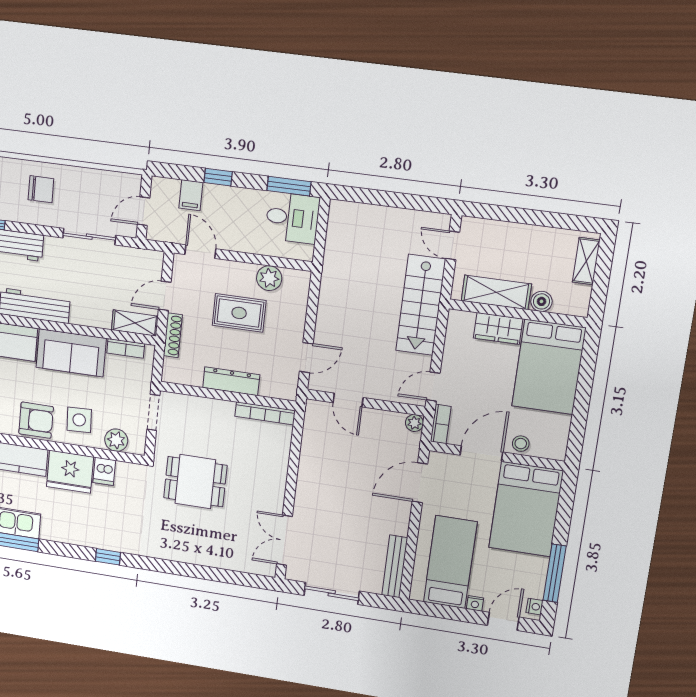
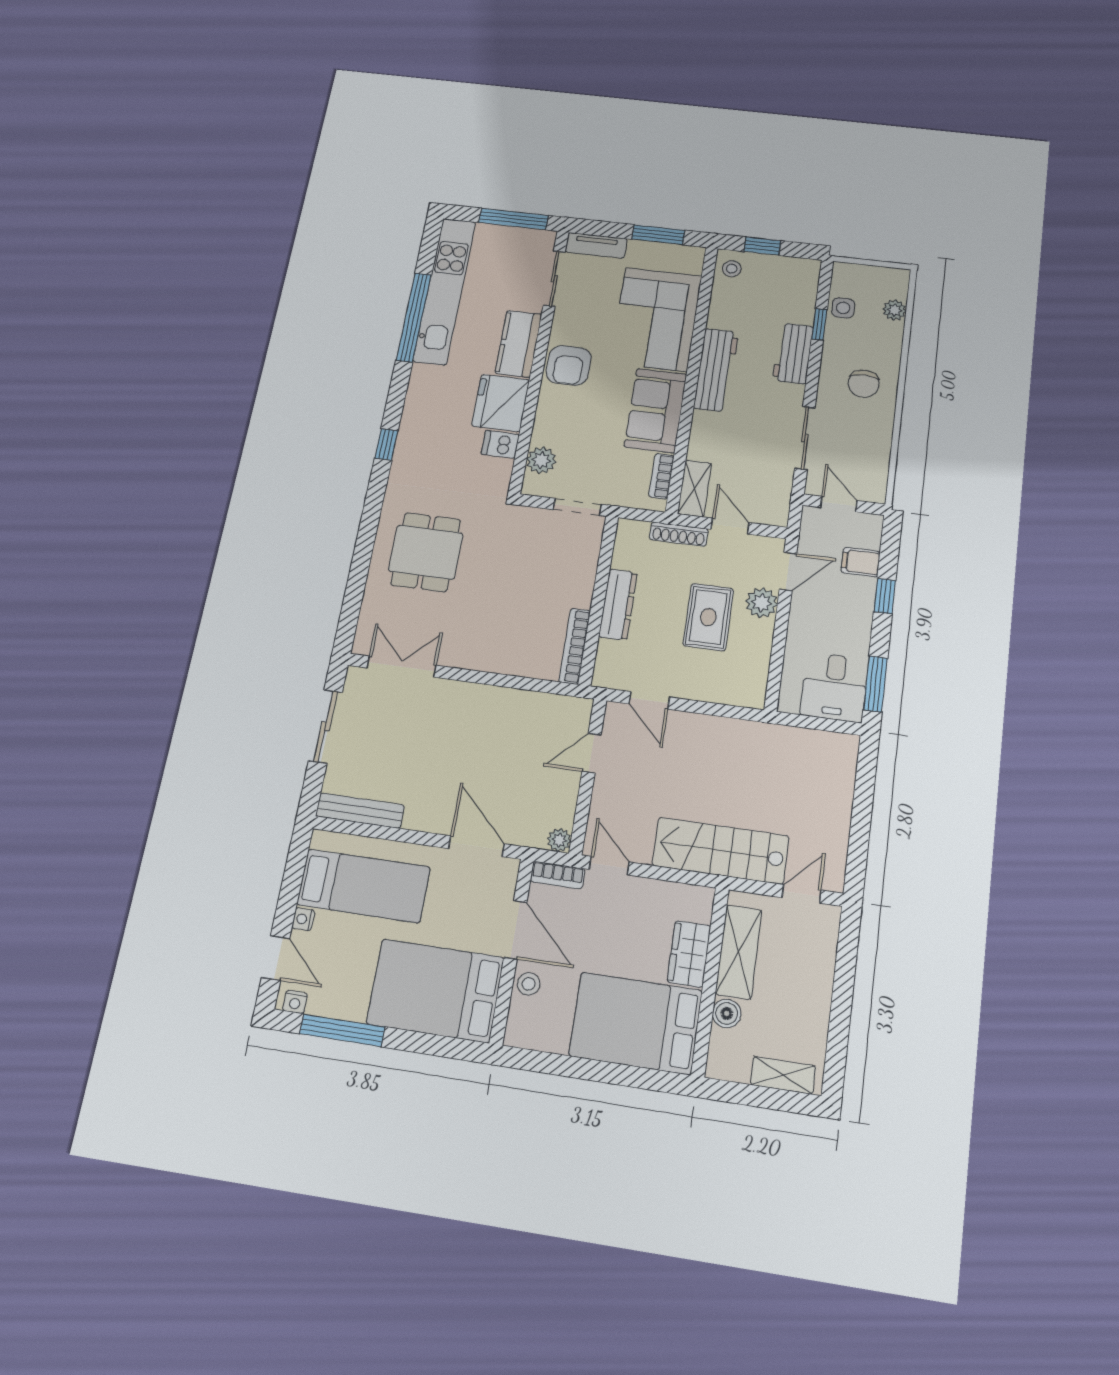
plant: (269, 278) -> (762, 603), moved
side table: (79, 420) -> (568, 417), removed
dining table: (195, 482) -> (426, 552), moved

